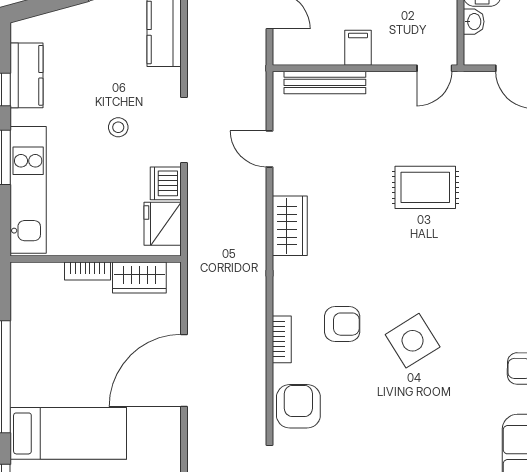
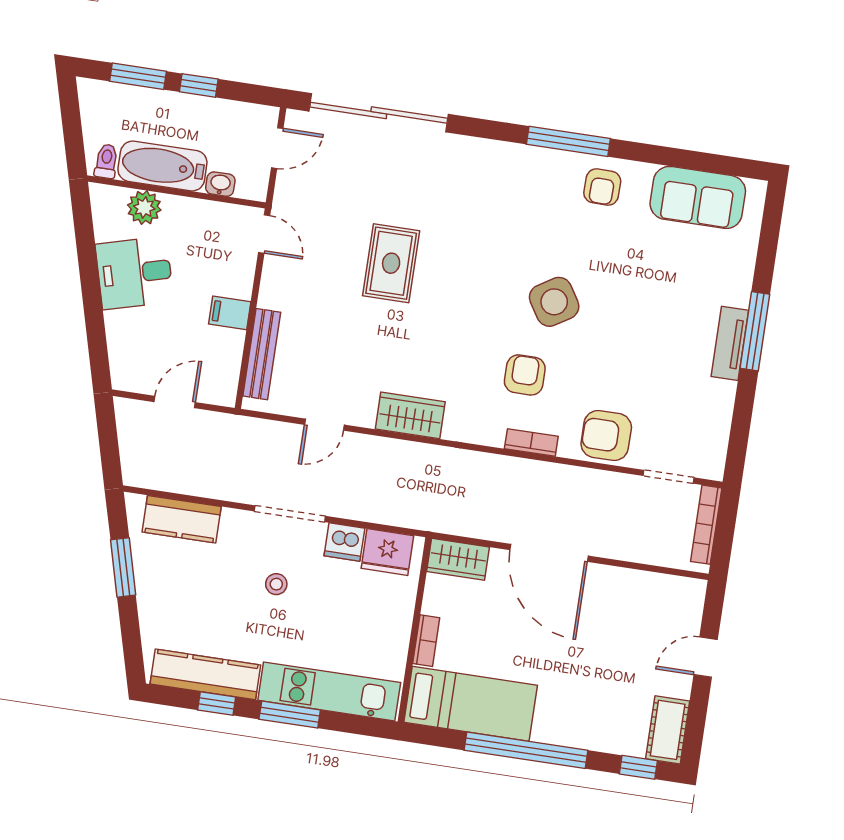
kitchen counter: (27, 75) -> (205, 674), width x1.50
wardrobe: (139, 277) -> (458, 559), moved, turned 90
bed: (68, 433) -> (471, 704), moved, turned 90

